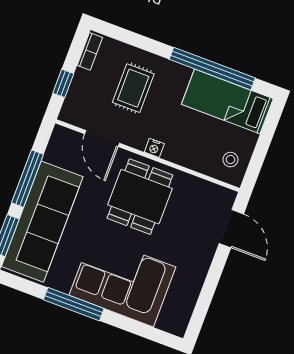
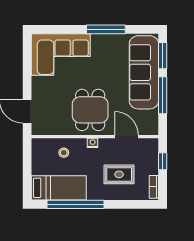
rug: (133, 88) -> (119, 174), turned 90
stool: (230, 160) -> (64, 153), moved
corner sofa: (122, 281) -> (61, 54), moved

